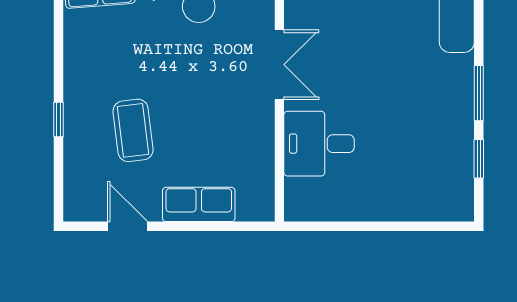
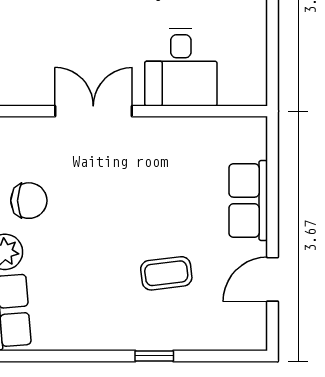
coffee table: (133, 130) -> (166, 273), width x0.73, depth x0.77

